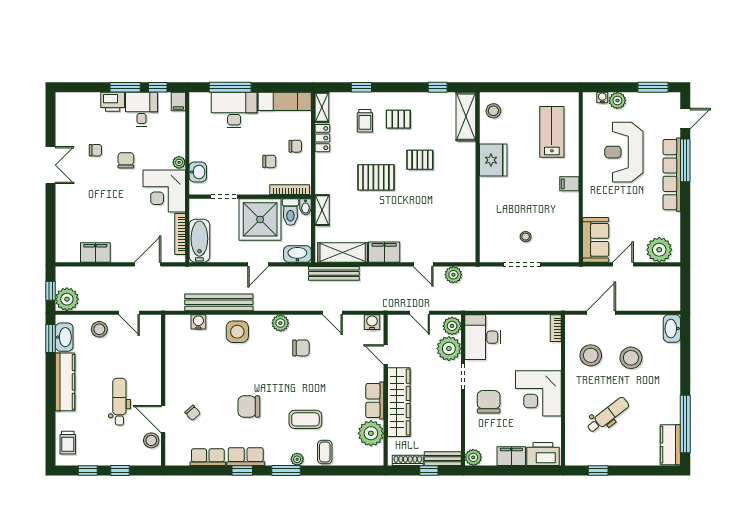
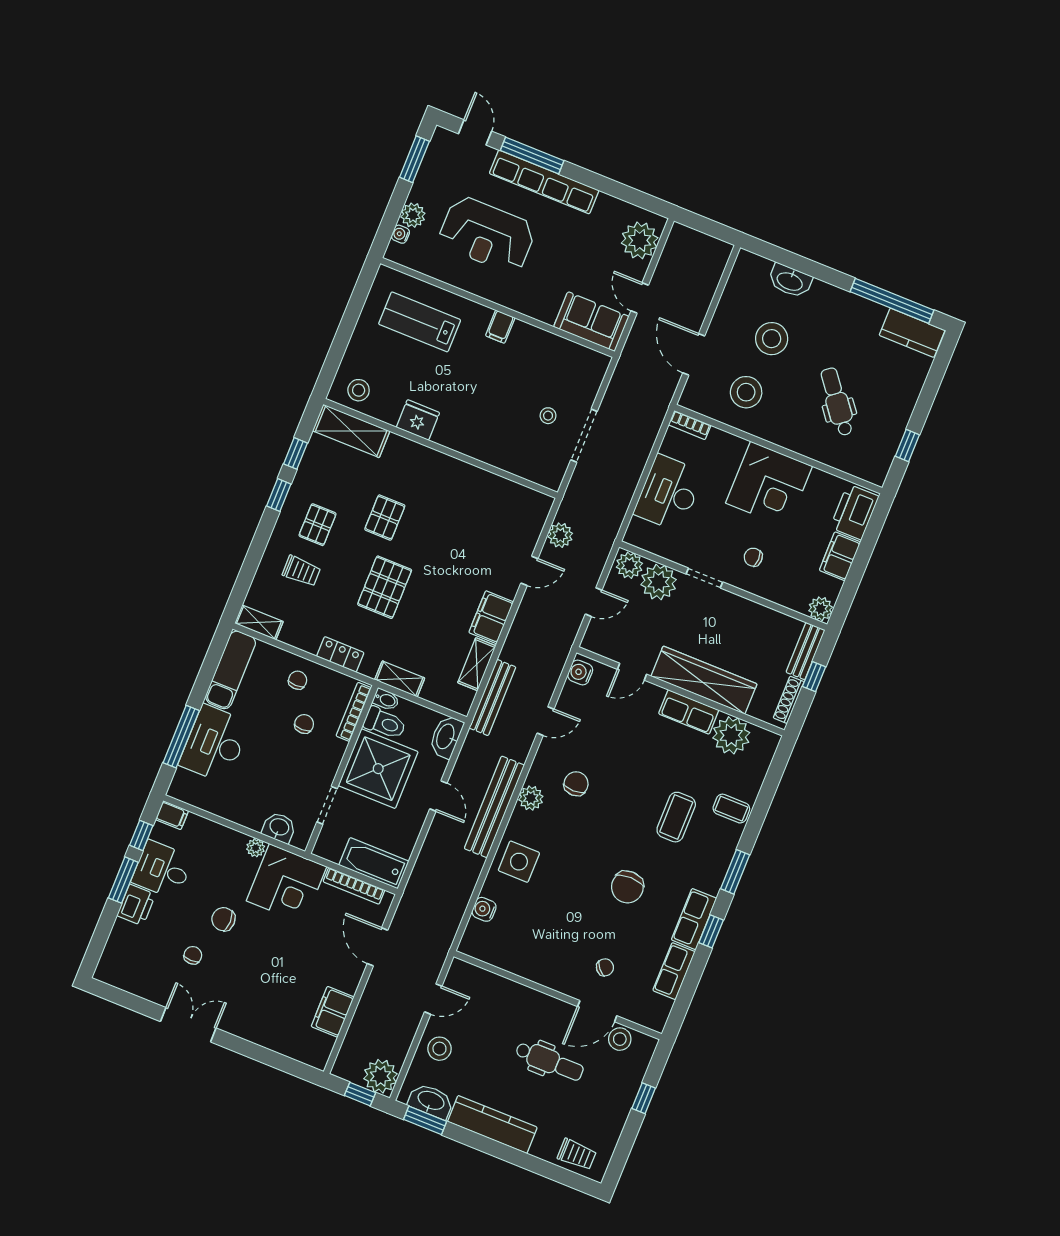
window: (361, 87) -> (279, 495), moved
locker: (322, 138) -> (340, 654), moved
fridge: (493, 160) -> (418, 420), width x0.73, depth x0.75
shelving: (343, 252) -> (477, 664), width x0.67, depth x0.75
bench: (219, 302) -> (494, 807), moved
washbasin: (672, 329) -> (790, 281), moved
desk: (483, 337) -> (669, 493), moved, turned 90
dental chair: (119, 402) -> (549, 1061), turned 180
chair: (489, 402) -> (753, 557), width x0.54, depth x0.54
plant: (297, 459) -> (726, 850), removed
window: (88, 470) -> (626, 1142), removed

